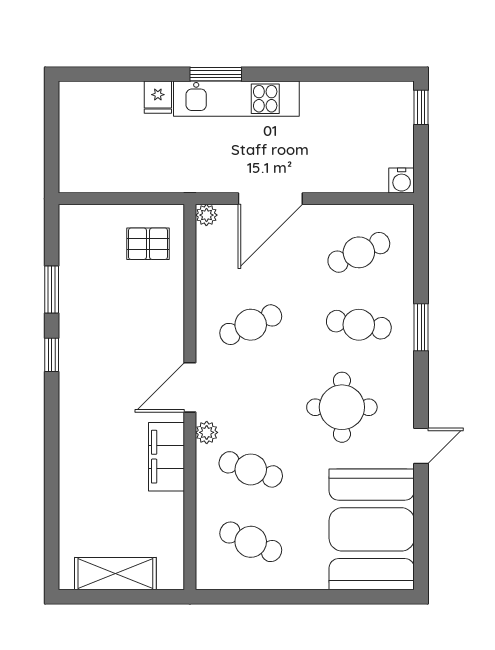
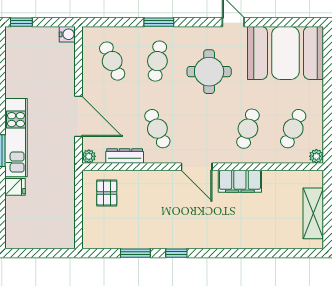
dresser: (207, 272) -> (125, 156), added
plant: (207, 432) -> (316, 156), moved

